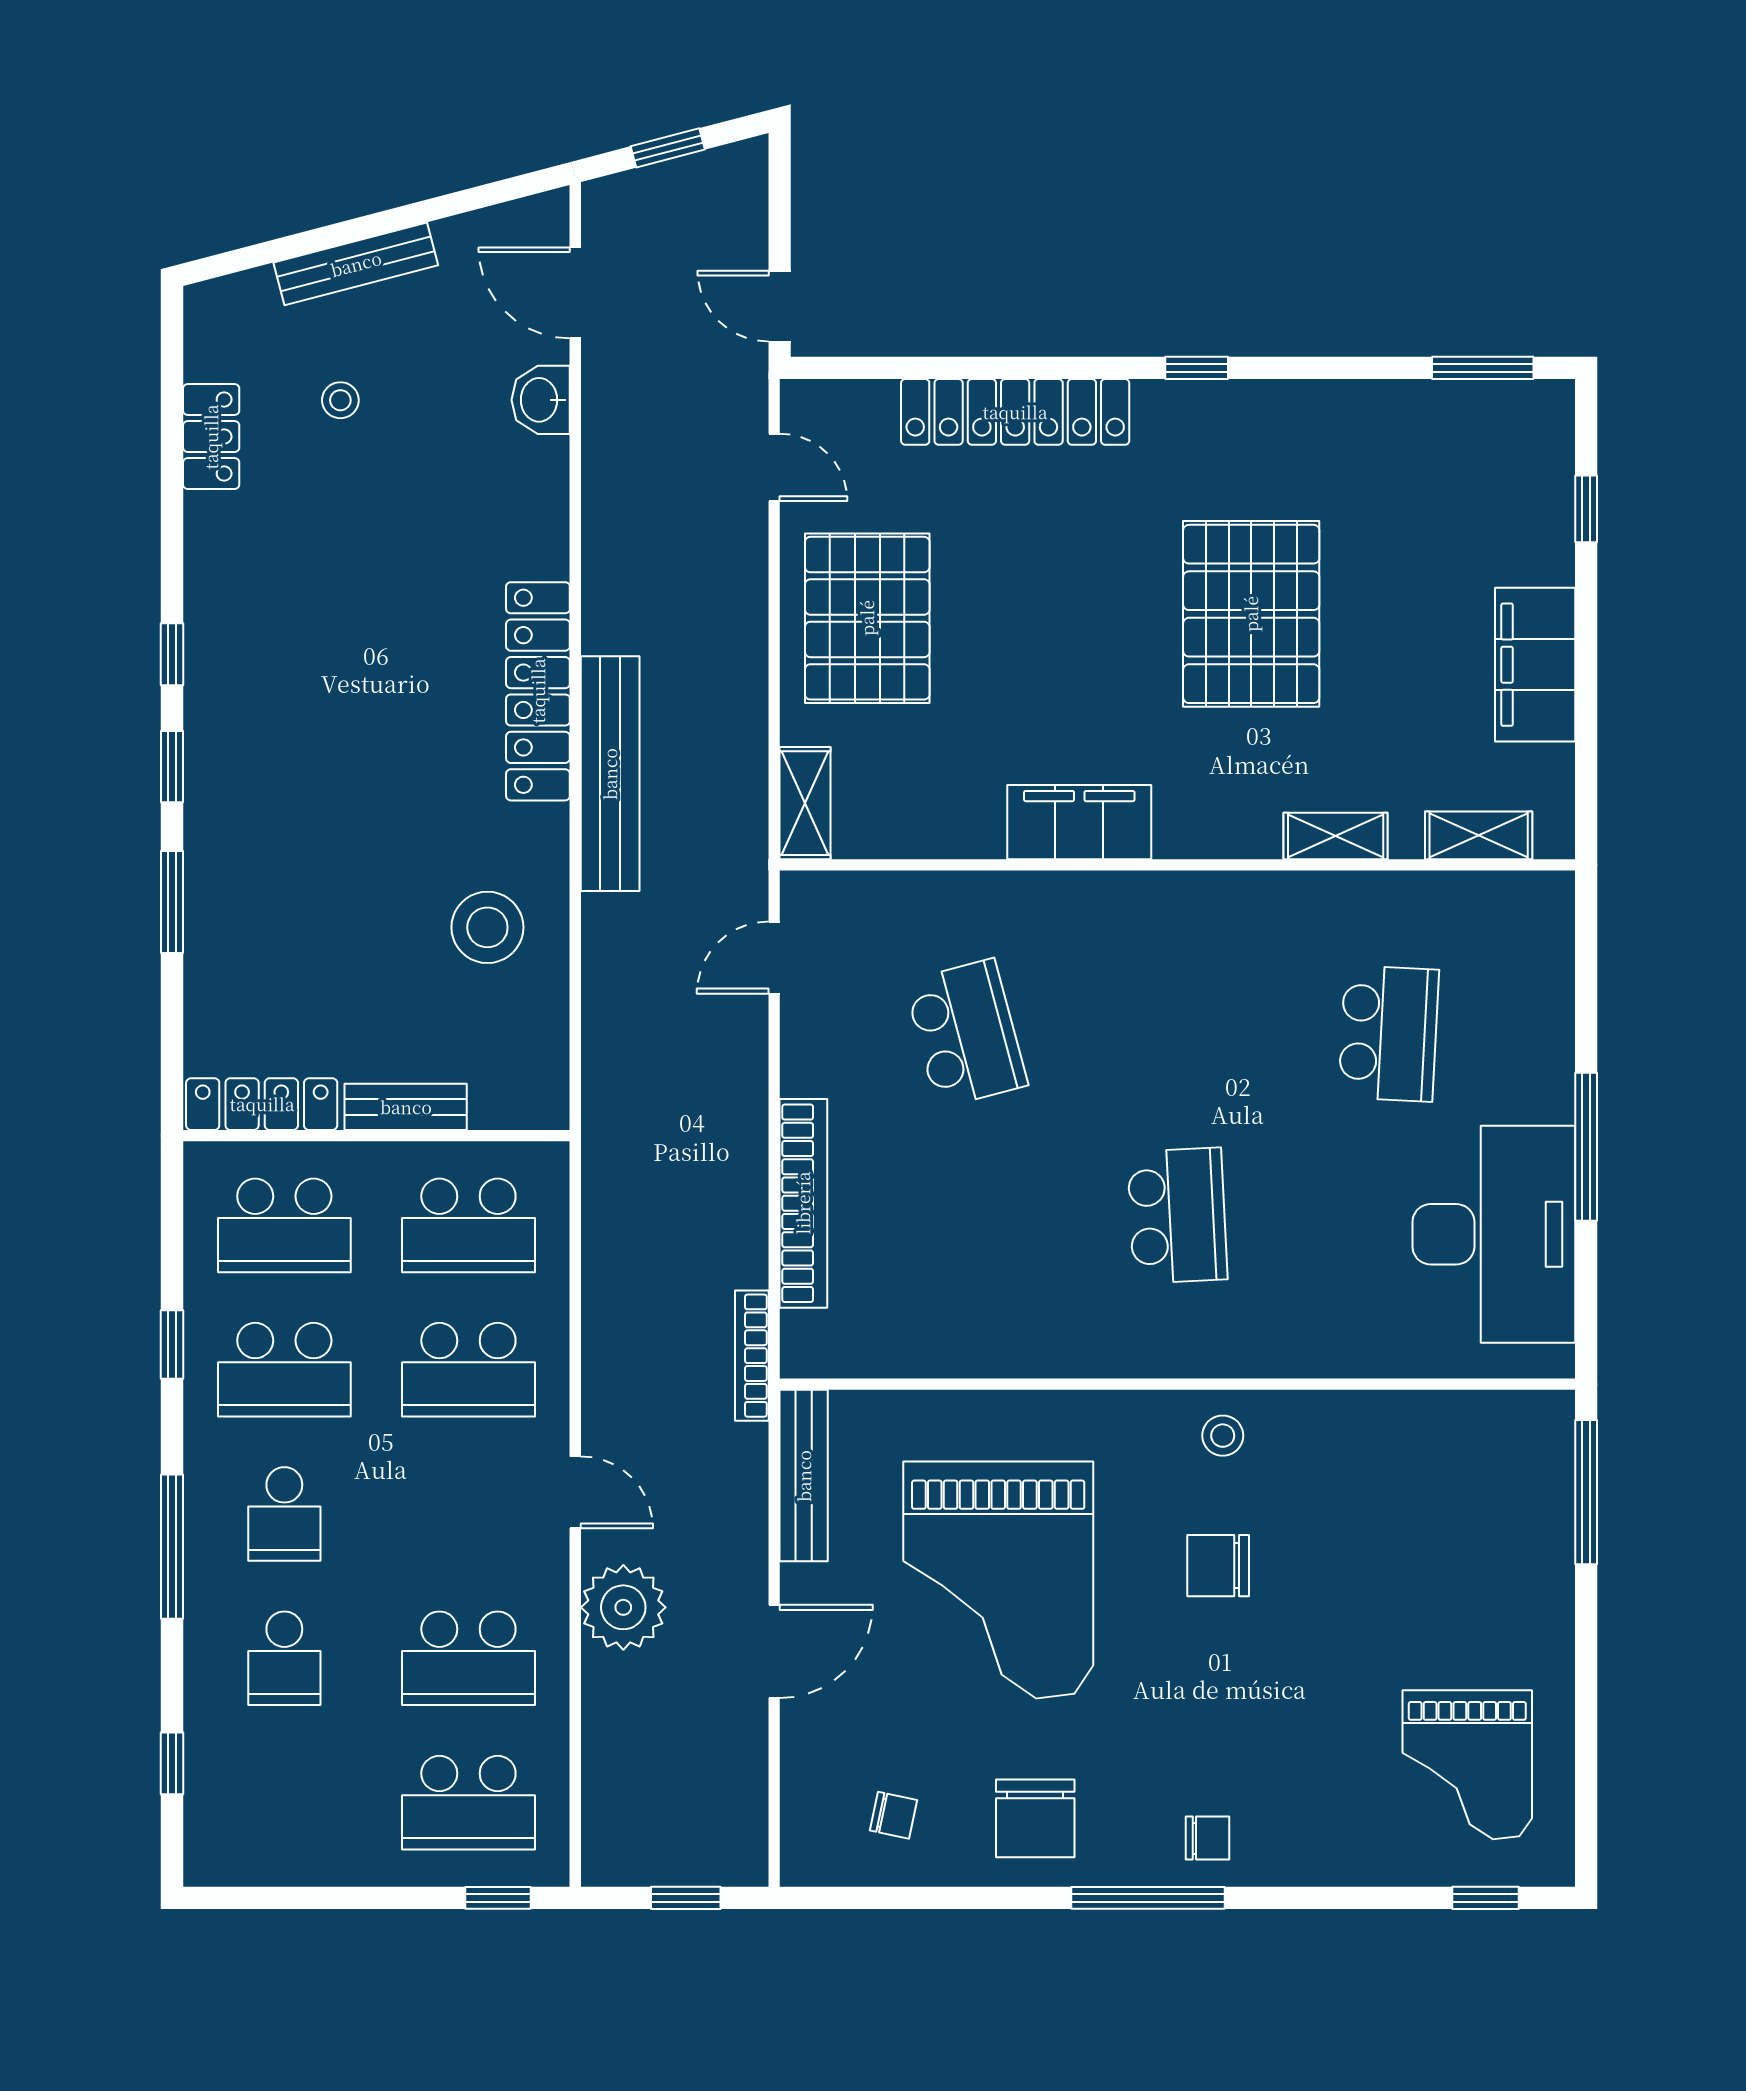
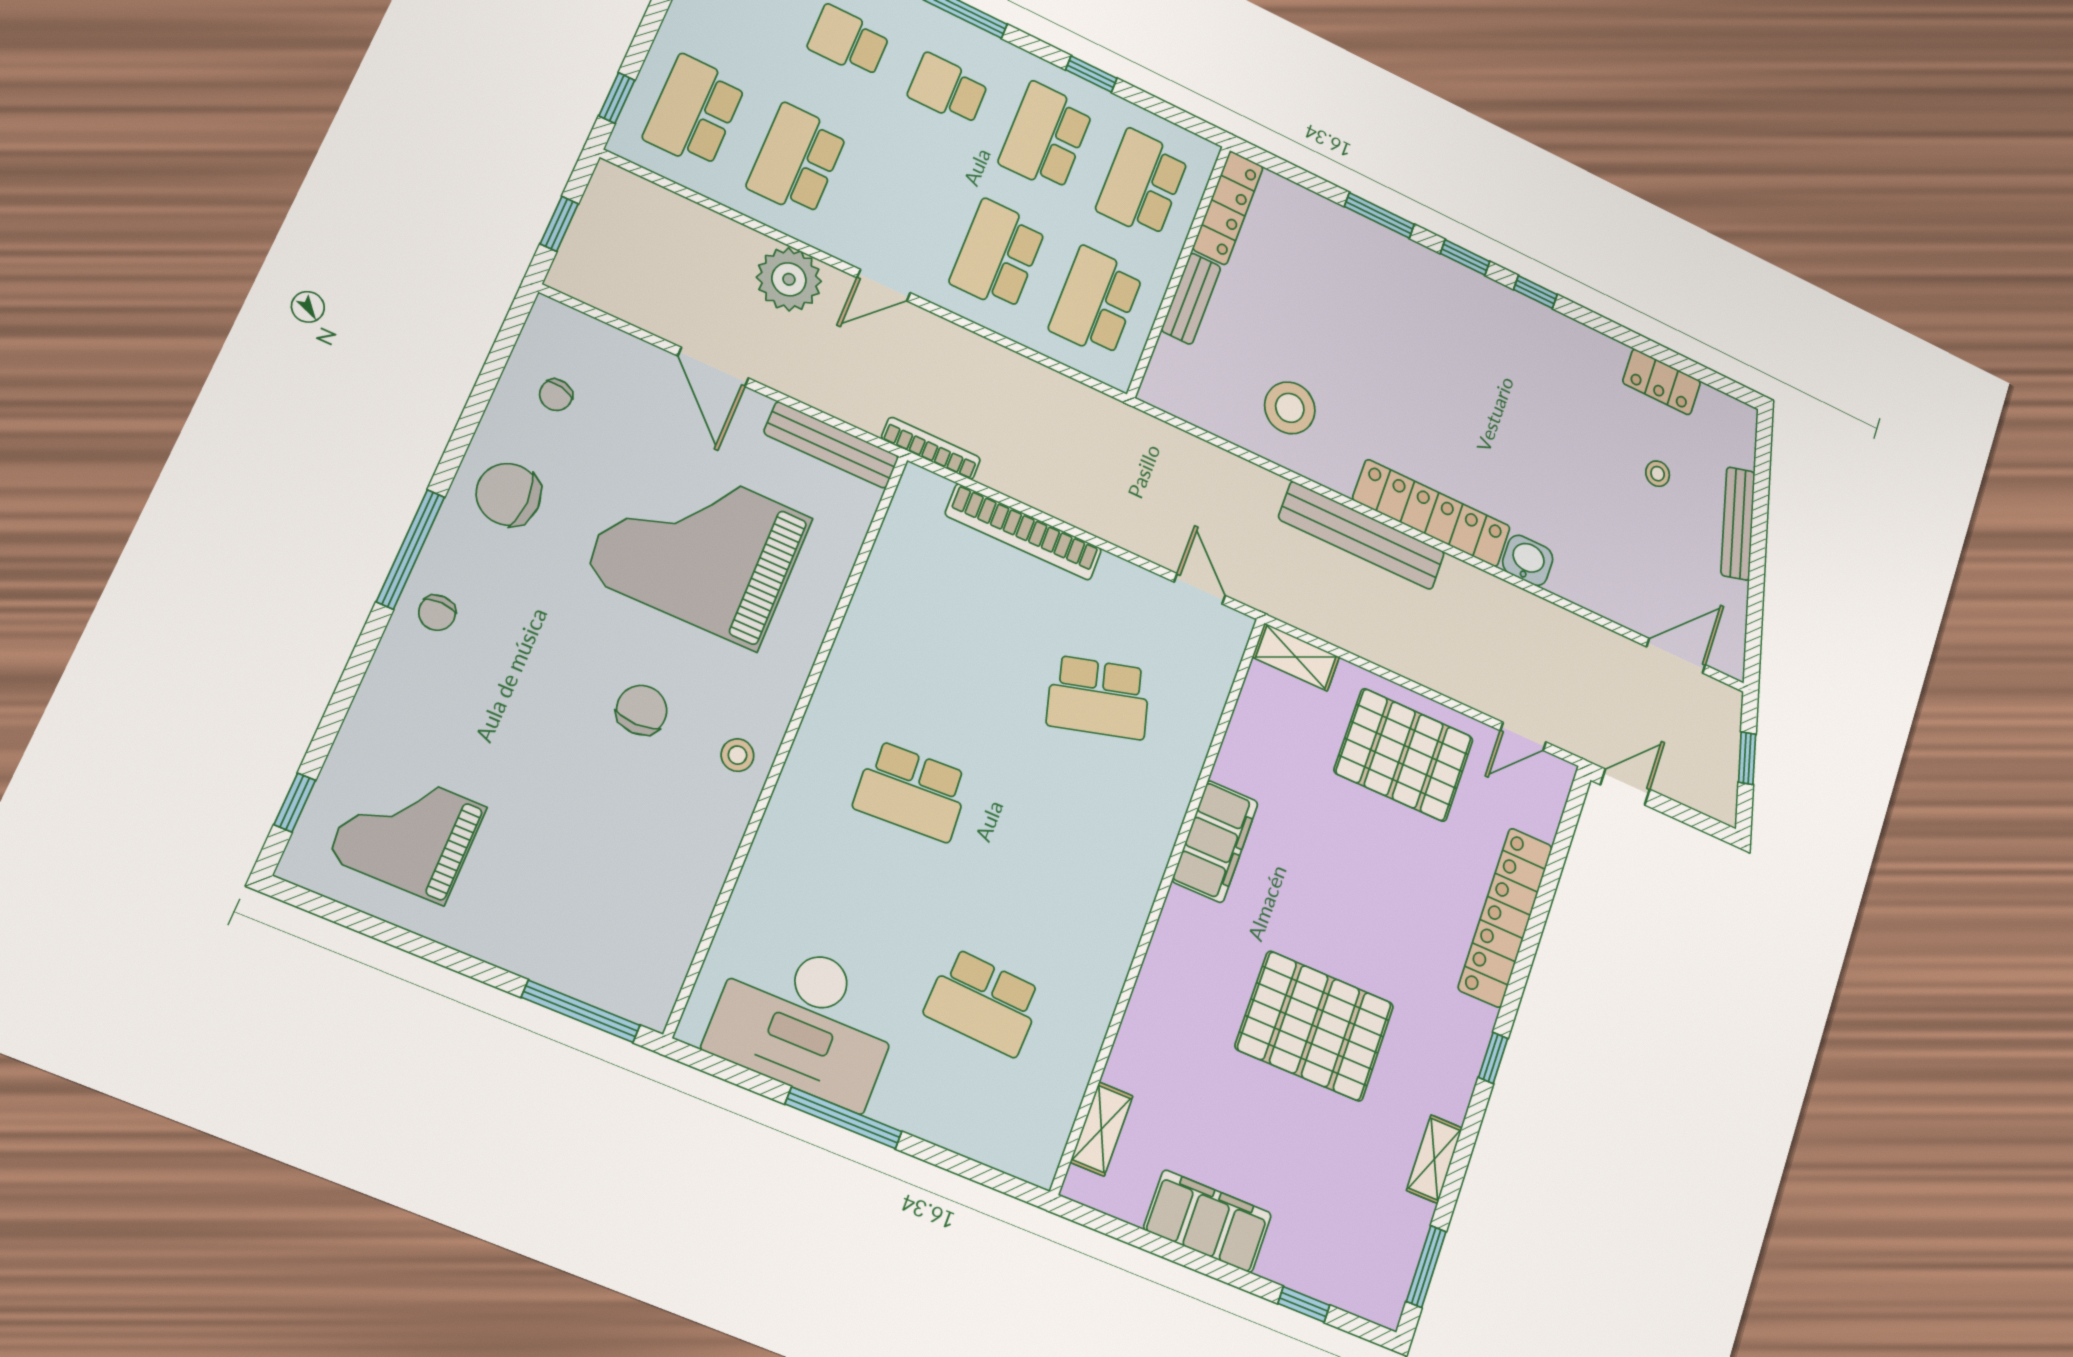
washbasin: (541, 400) -> (1528, 560), moved
shelving: (1336, 836) -> (1434, 1159), moved

